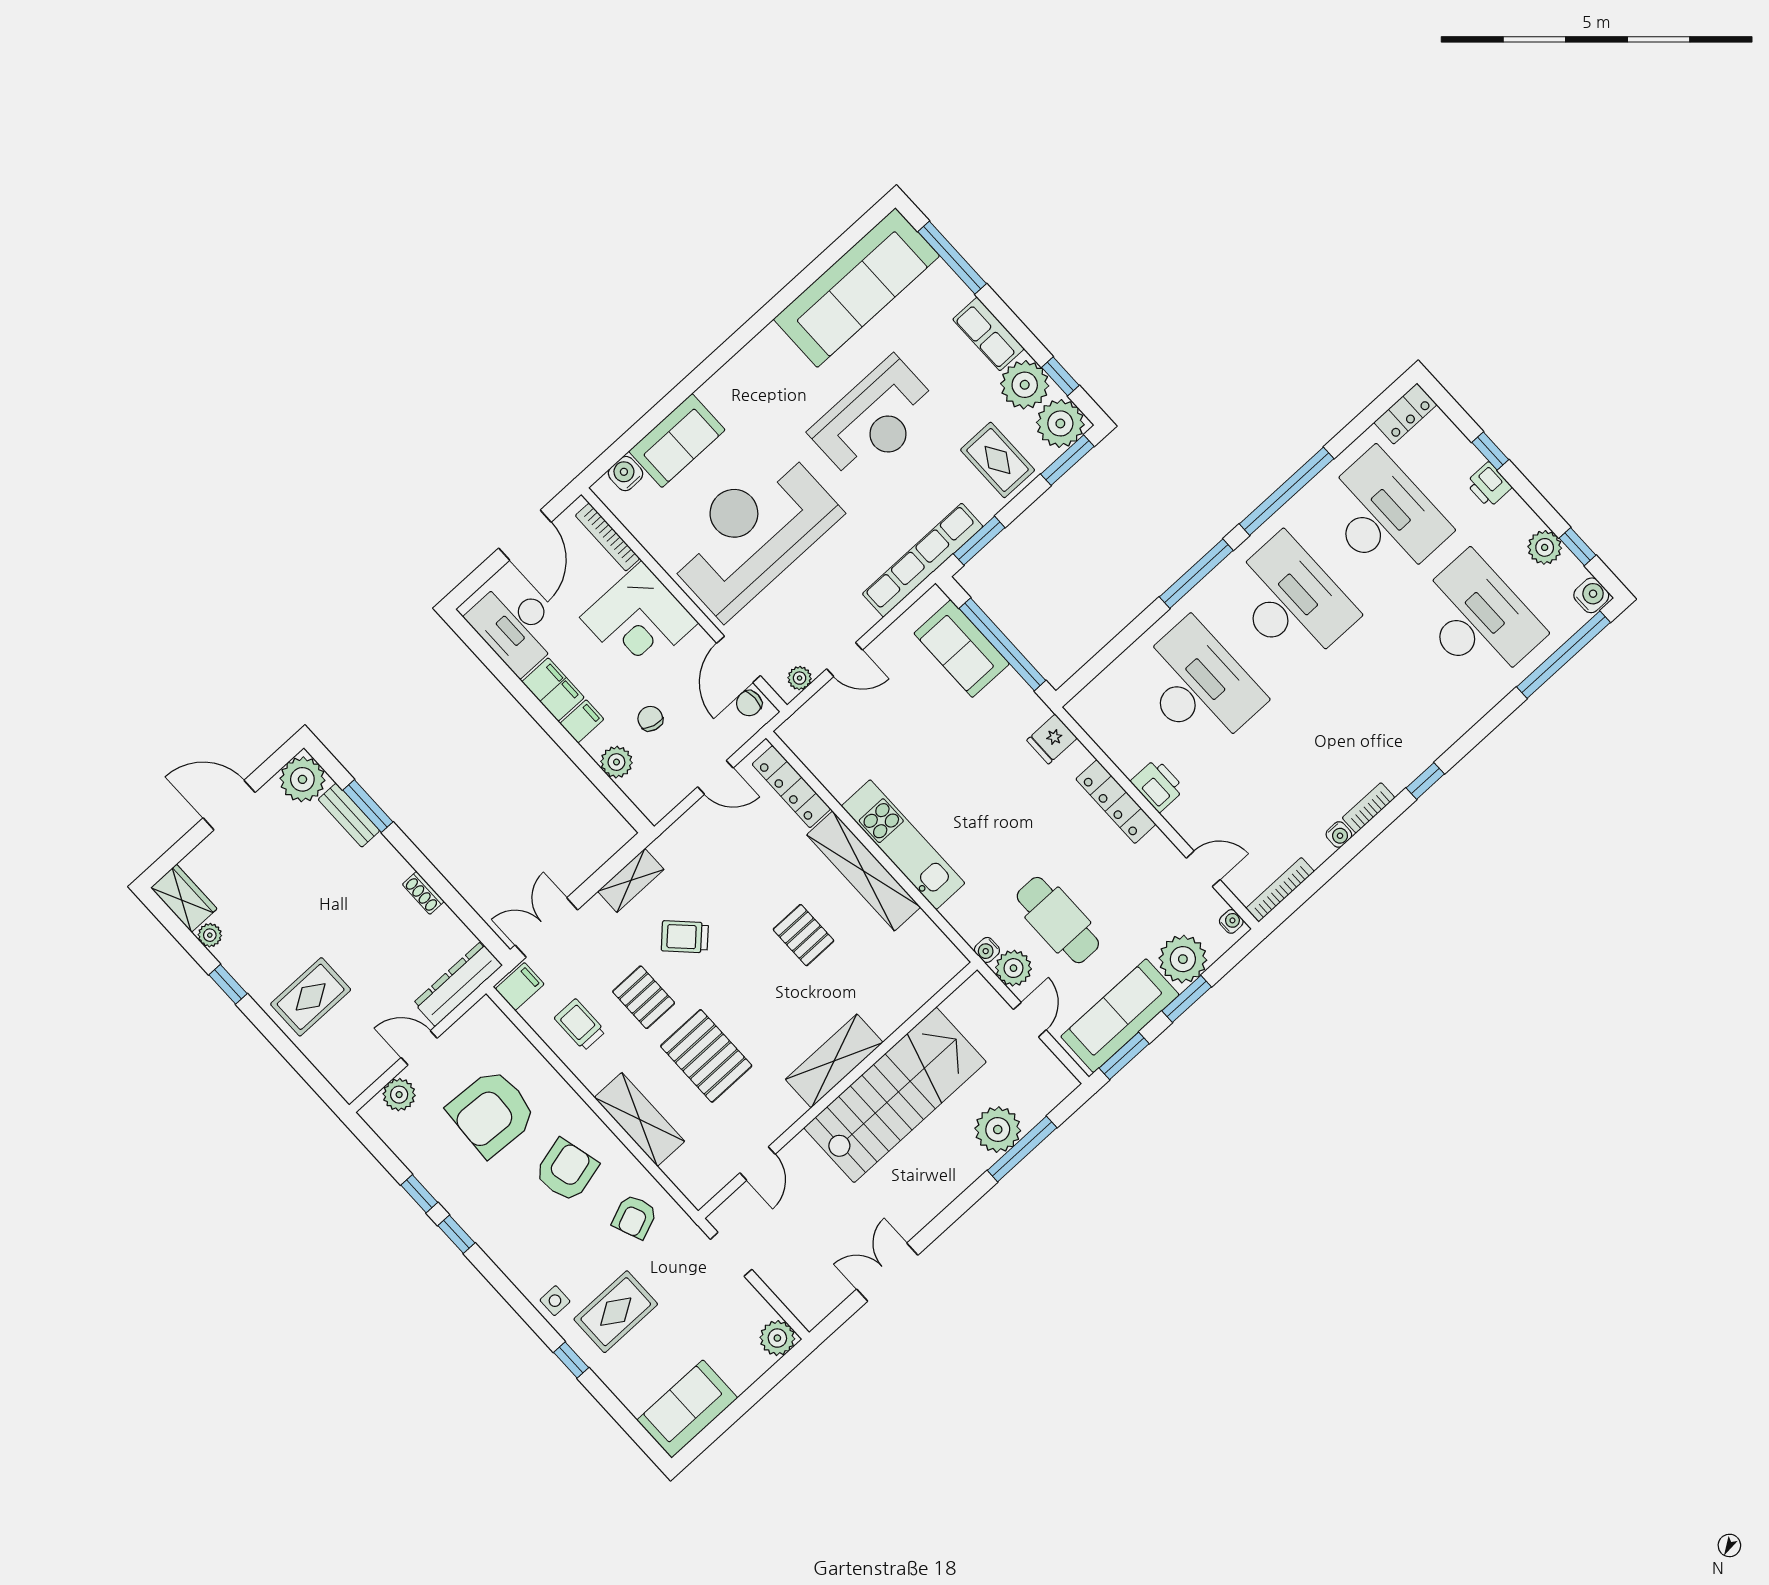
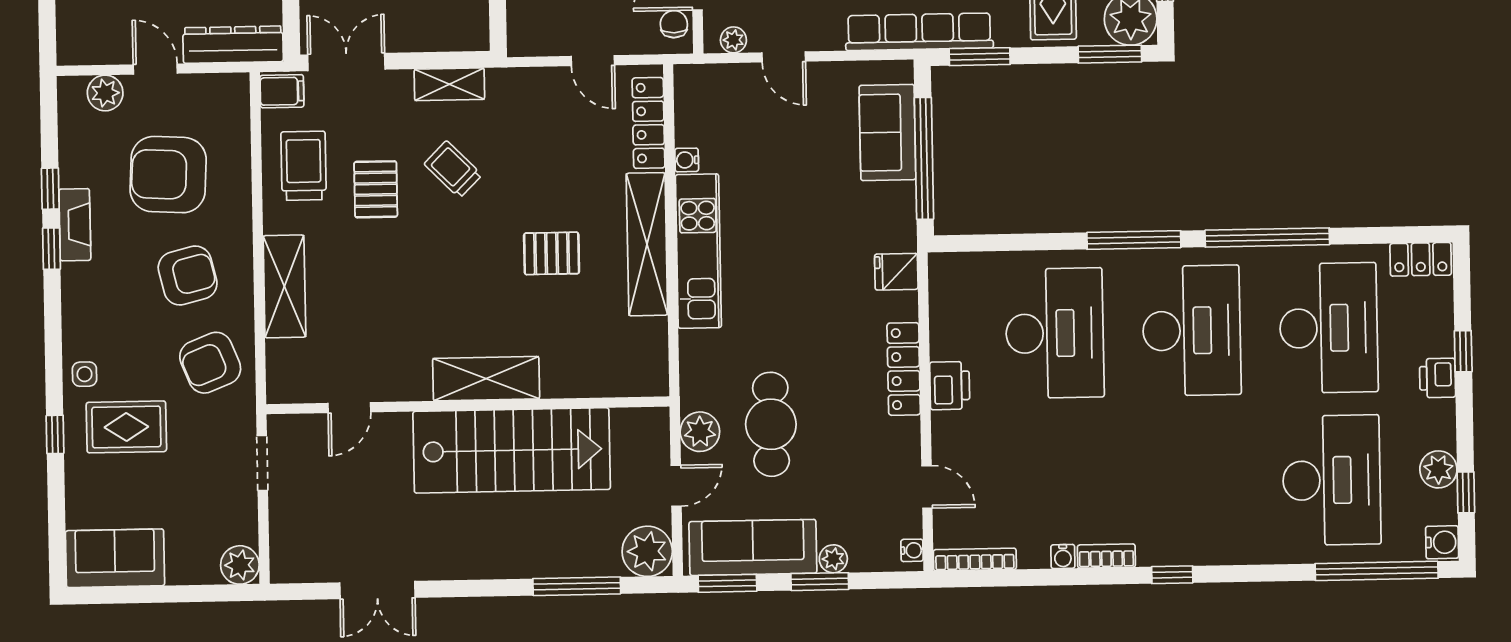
chair: (749, 703) -> (674, 24), turned 90
pallet: (803, 935) -> (552, 253), turned 90
water cooler: (987, 950) -> (687, 160), moved
plant: (1183, 959) -> (833, 559), width x0.53, depth x0.53
trolley: (580, 1025) -> (304, 166), width x1.36, depth x1.39
pallet: (706, 1056) -> (385, 282), removed
plant: (998, 1130) -> (647, 551), moved
fireplace: (458, 1204) -> (75, 225), added
armchair: (635, 1217) -> (210, 363), width x1.38, depth x1.38
double door: (887, 1272) -> (377, 590), swing flipped

